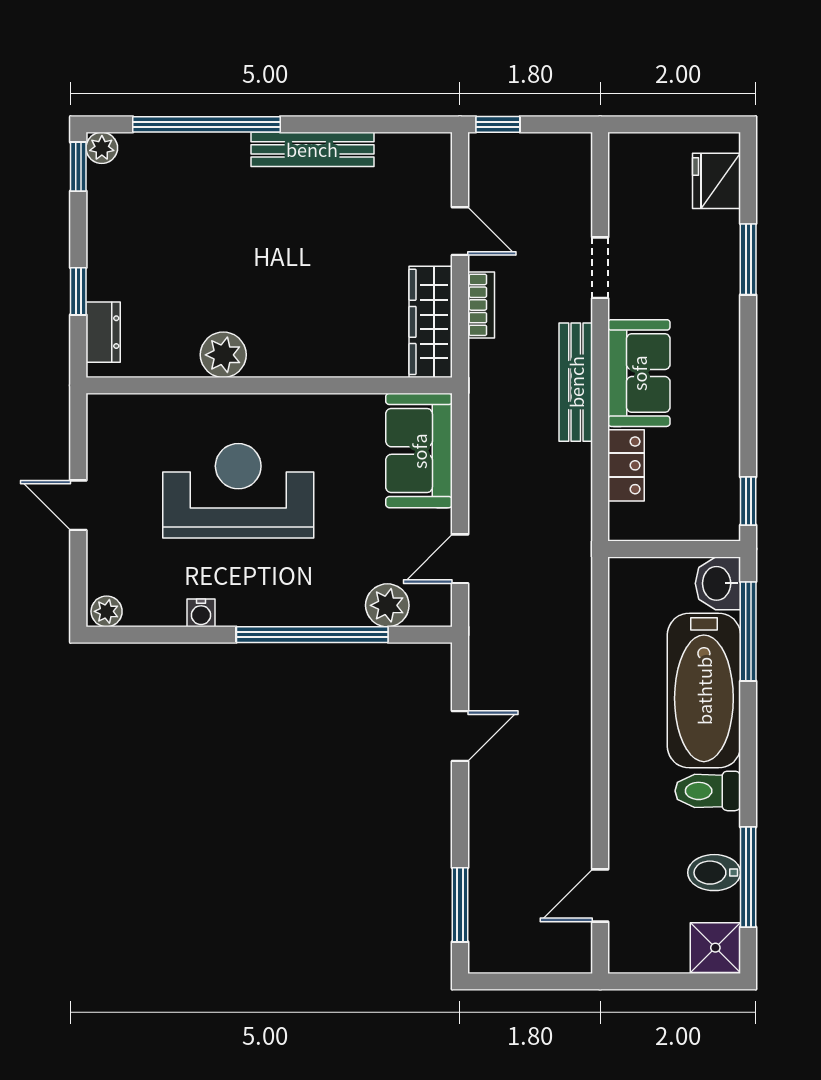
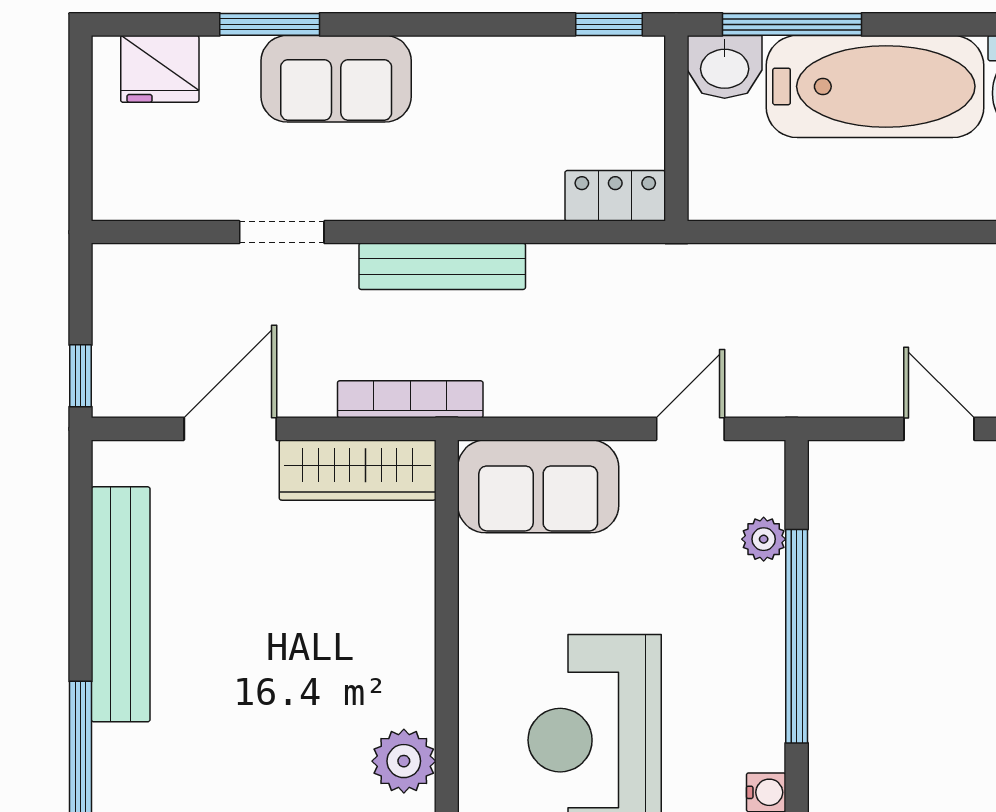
bench: (312, 149) -> (121, 604), width x1.37, depth x1.21
door: (460, 231) -> (230, 429), width x1.37
bookcase: (481, 305) -> (410, 399), moved, width x1.56
sofa: (639, 373) -> (336, 79), moved, turned 180
locker: (626, 465) -> (615, 196), moved
door: (460, 559) -> (690, 429), swing flipped
plant: (387, 605) -> (764, 539), width x0.73, depth x0.73

